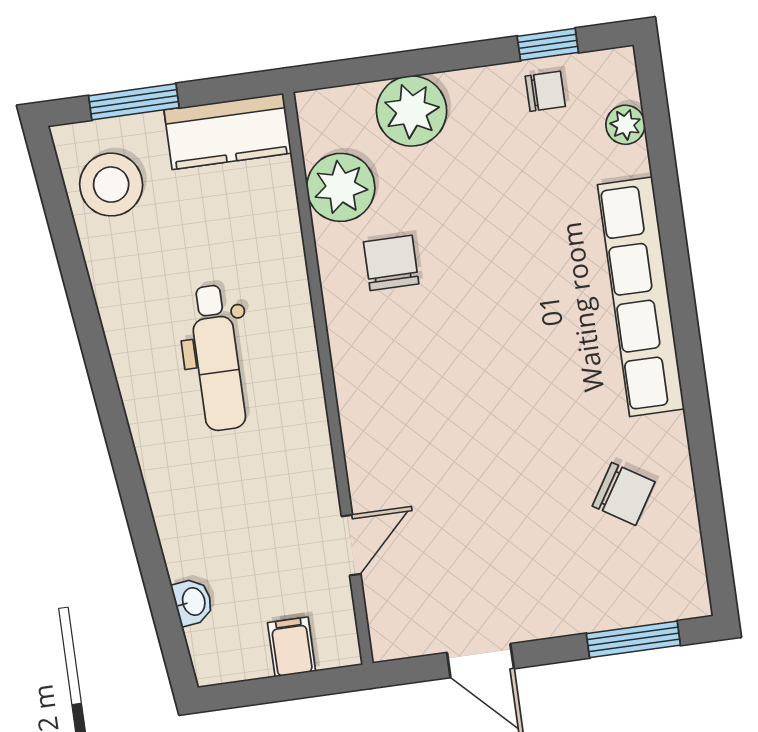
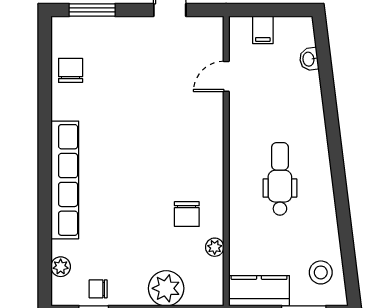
stool: (111, 185) -> (321, 272), width x0.73, depth x0.73
plant: (341, 187) -> (215, 247), width x0.53, depth x0.53
chair: (624, 494) -> (71, 70), moved, turned 58

